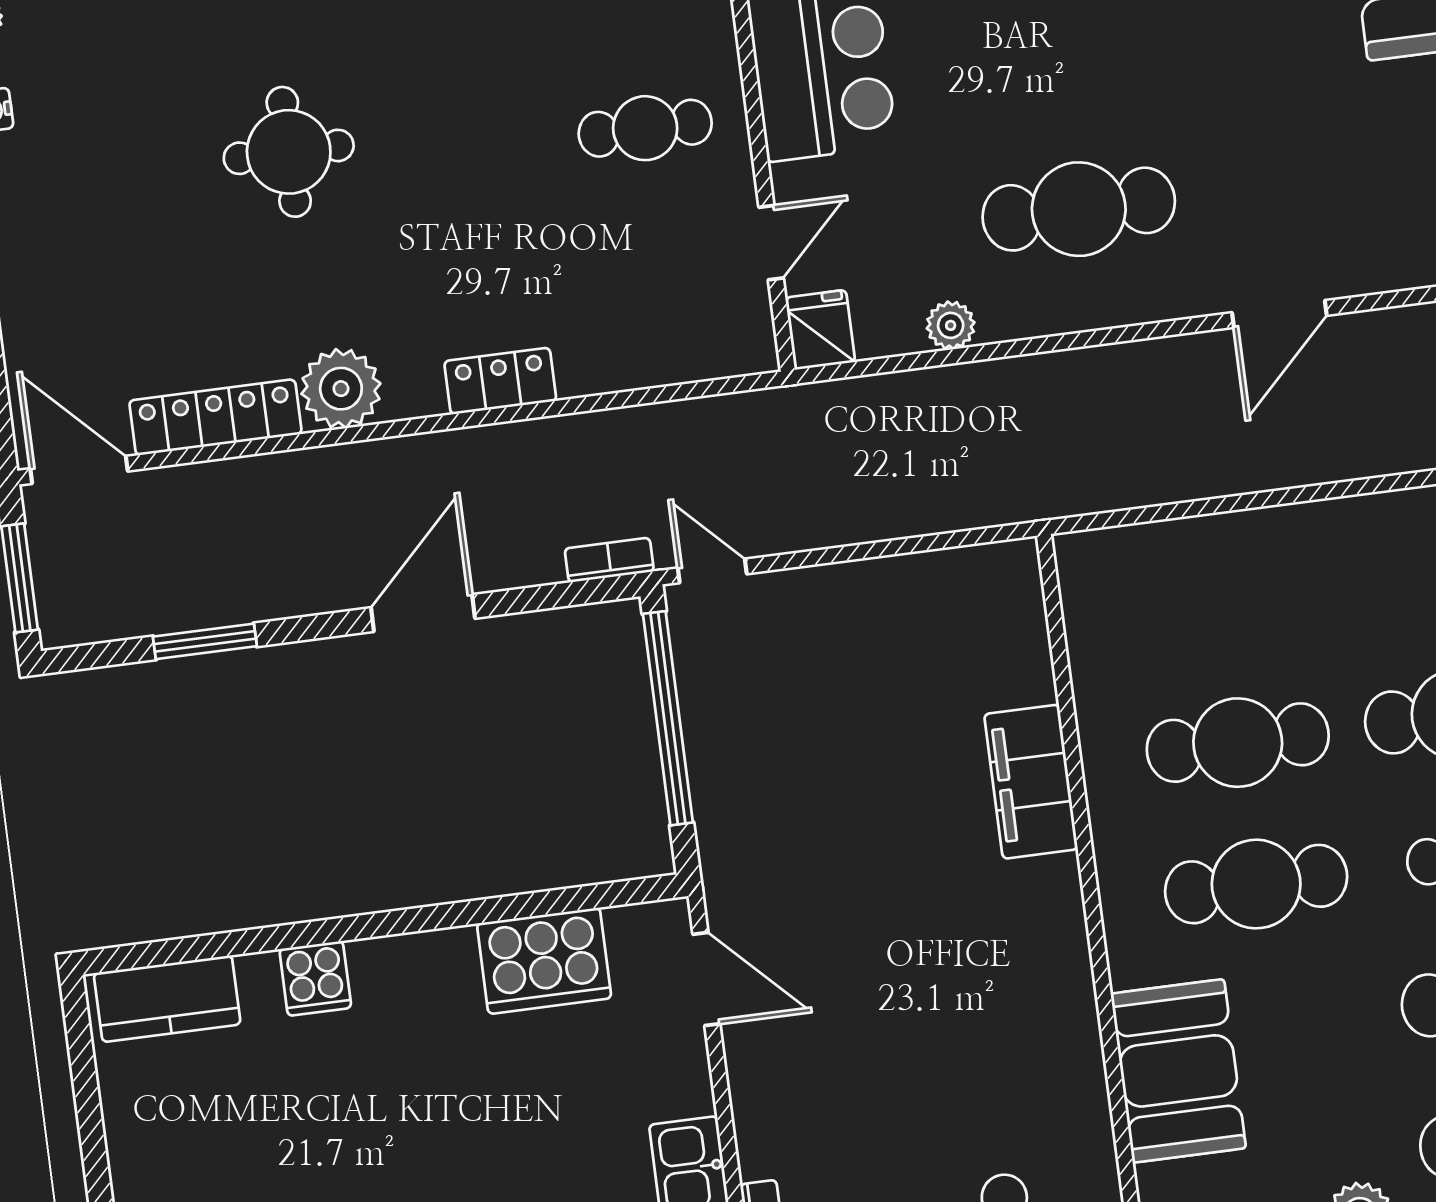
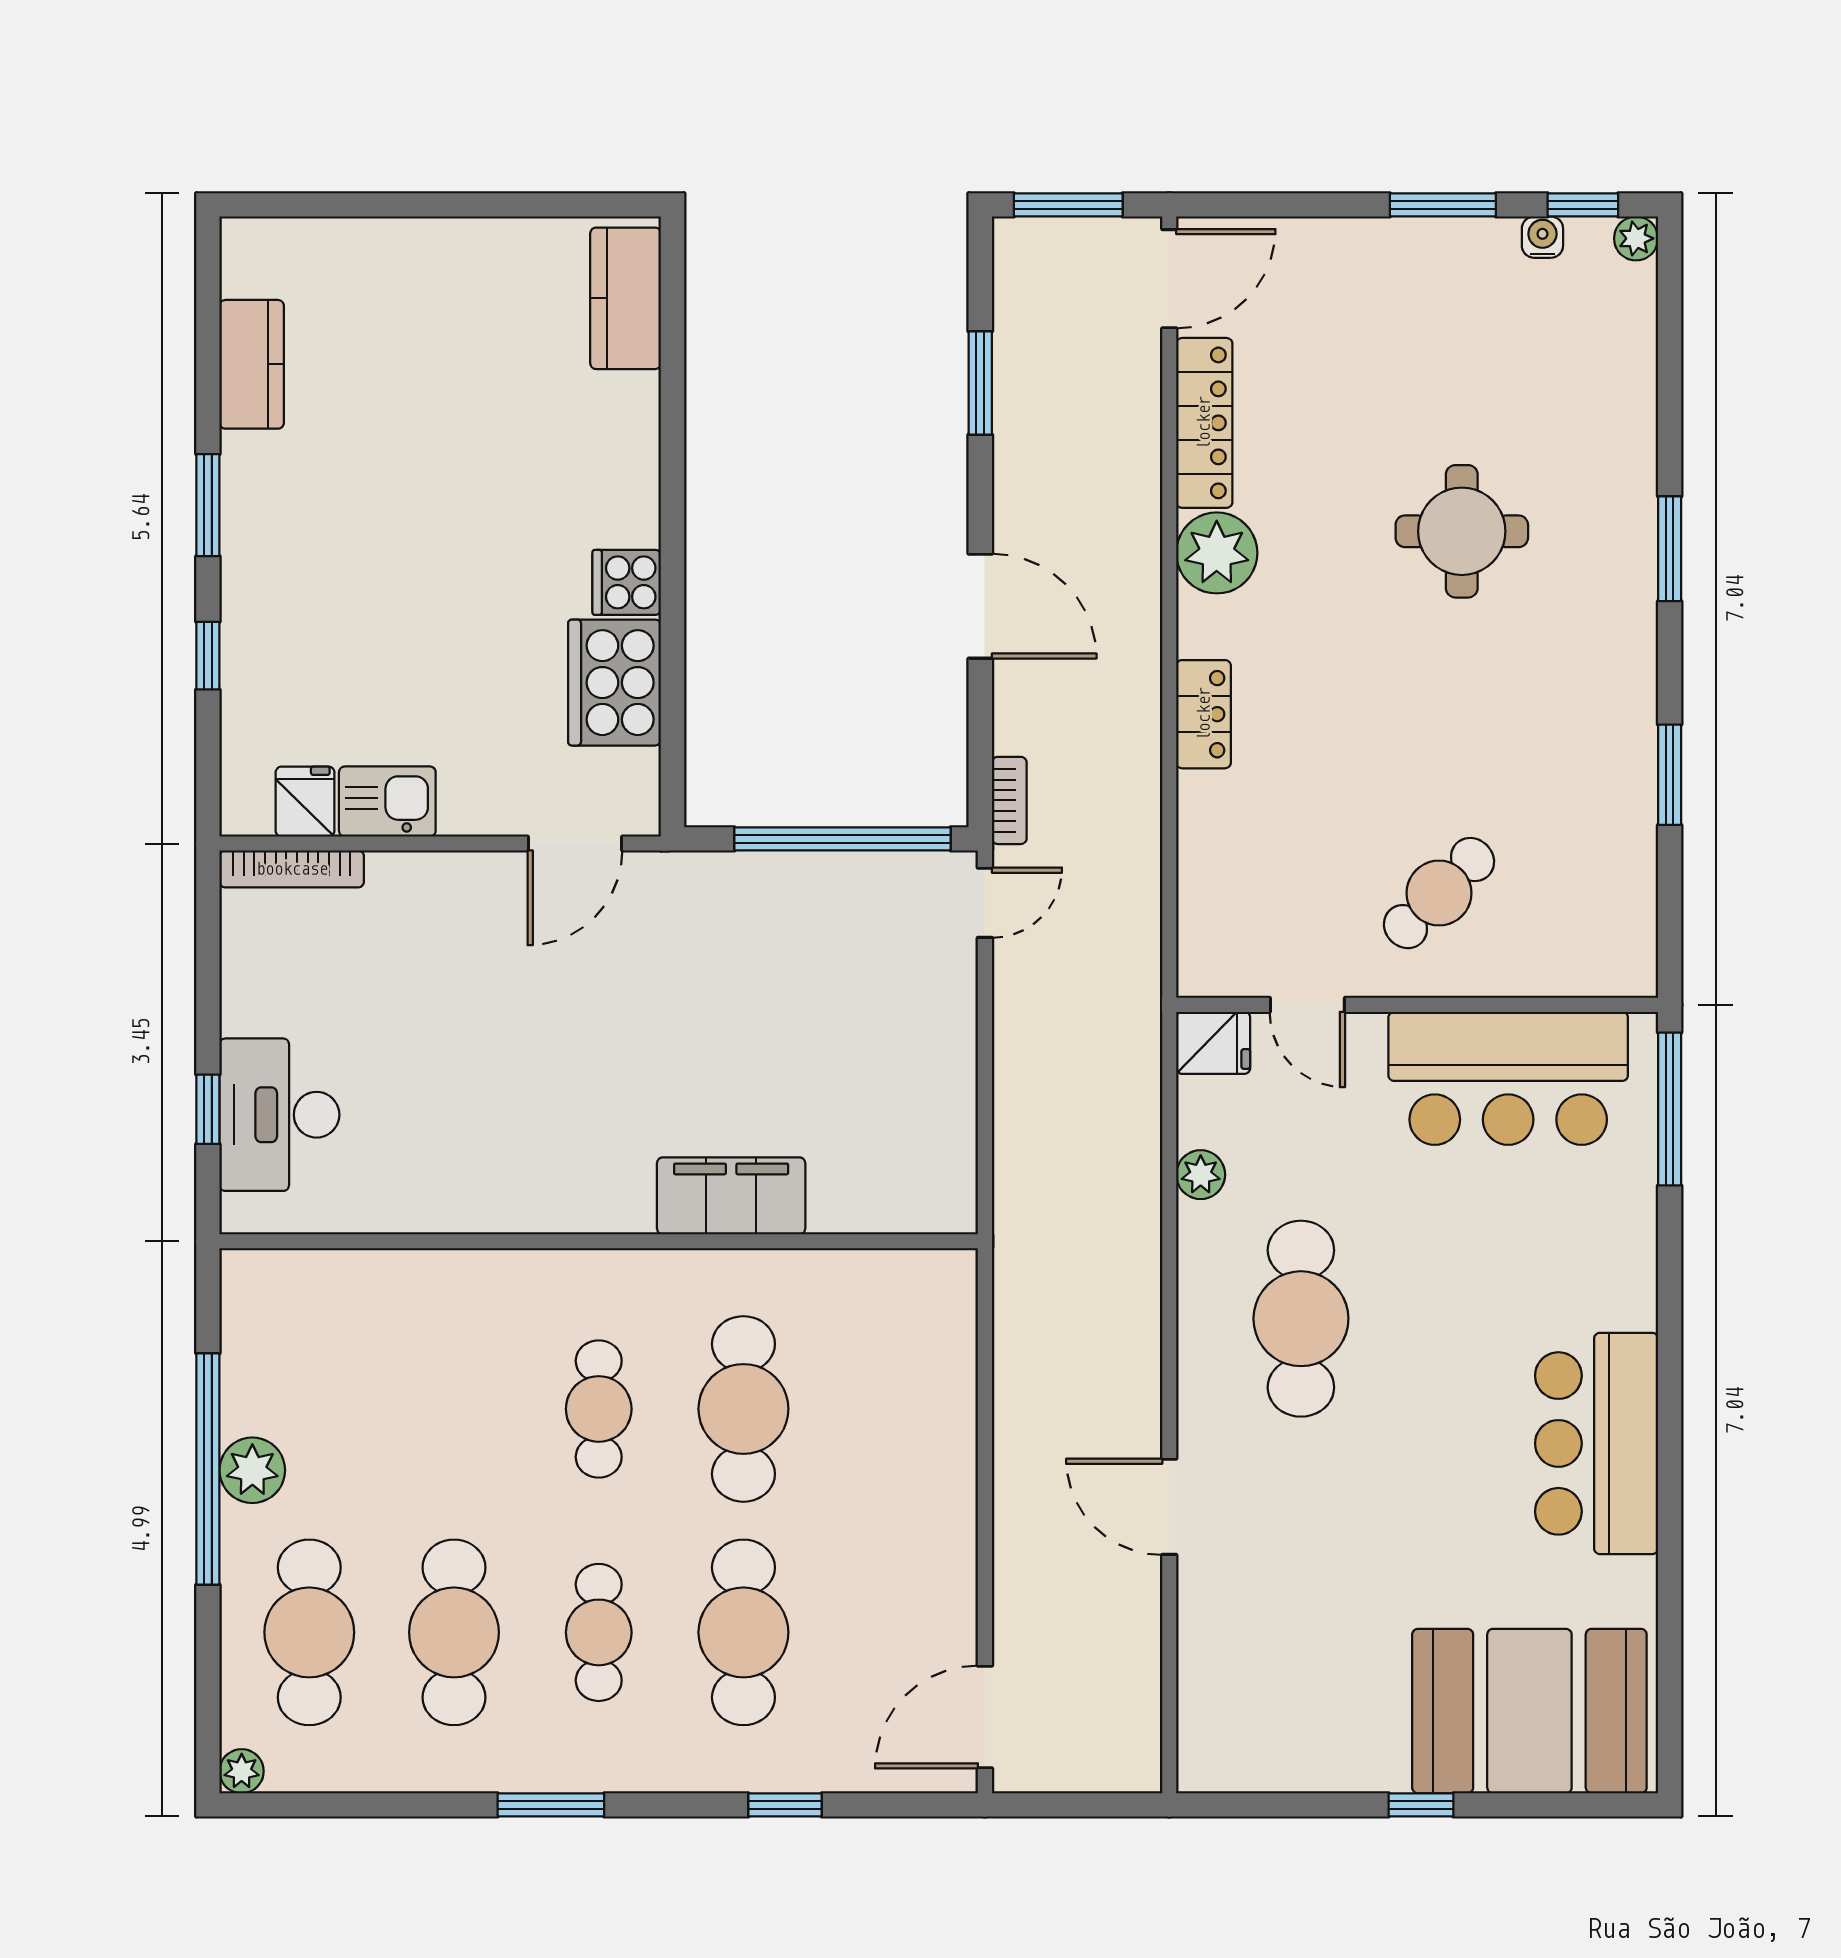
cafe table: (645, 128) -> (1439, 893), turned 45
cafe table: (1256, 884) -> (599, 1409), width x0.73, depth x0.74
cooker: (315, 978) -> (627, 582), moved
booth: (1178, 1071) -> (421, 1306), removed

